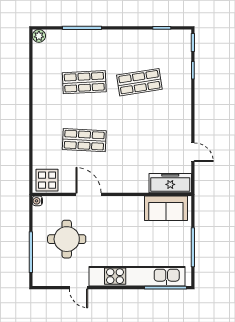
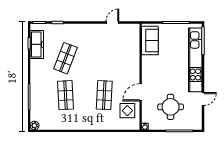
shop shelf: (139, 82) -> (66, 58), turned 30
display table: (47, 180) -> (127, 111), moved
freezer: (170, 183) -> (37, 44), moved, turned 180

